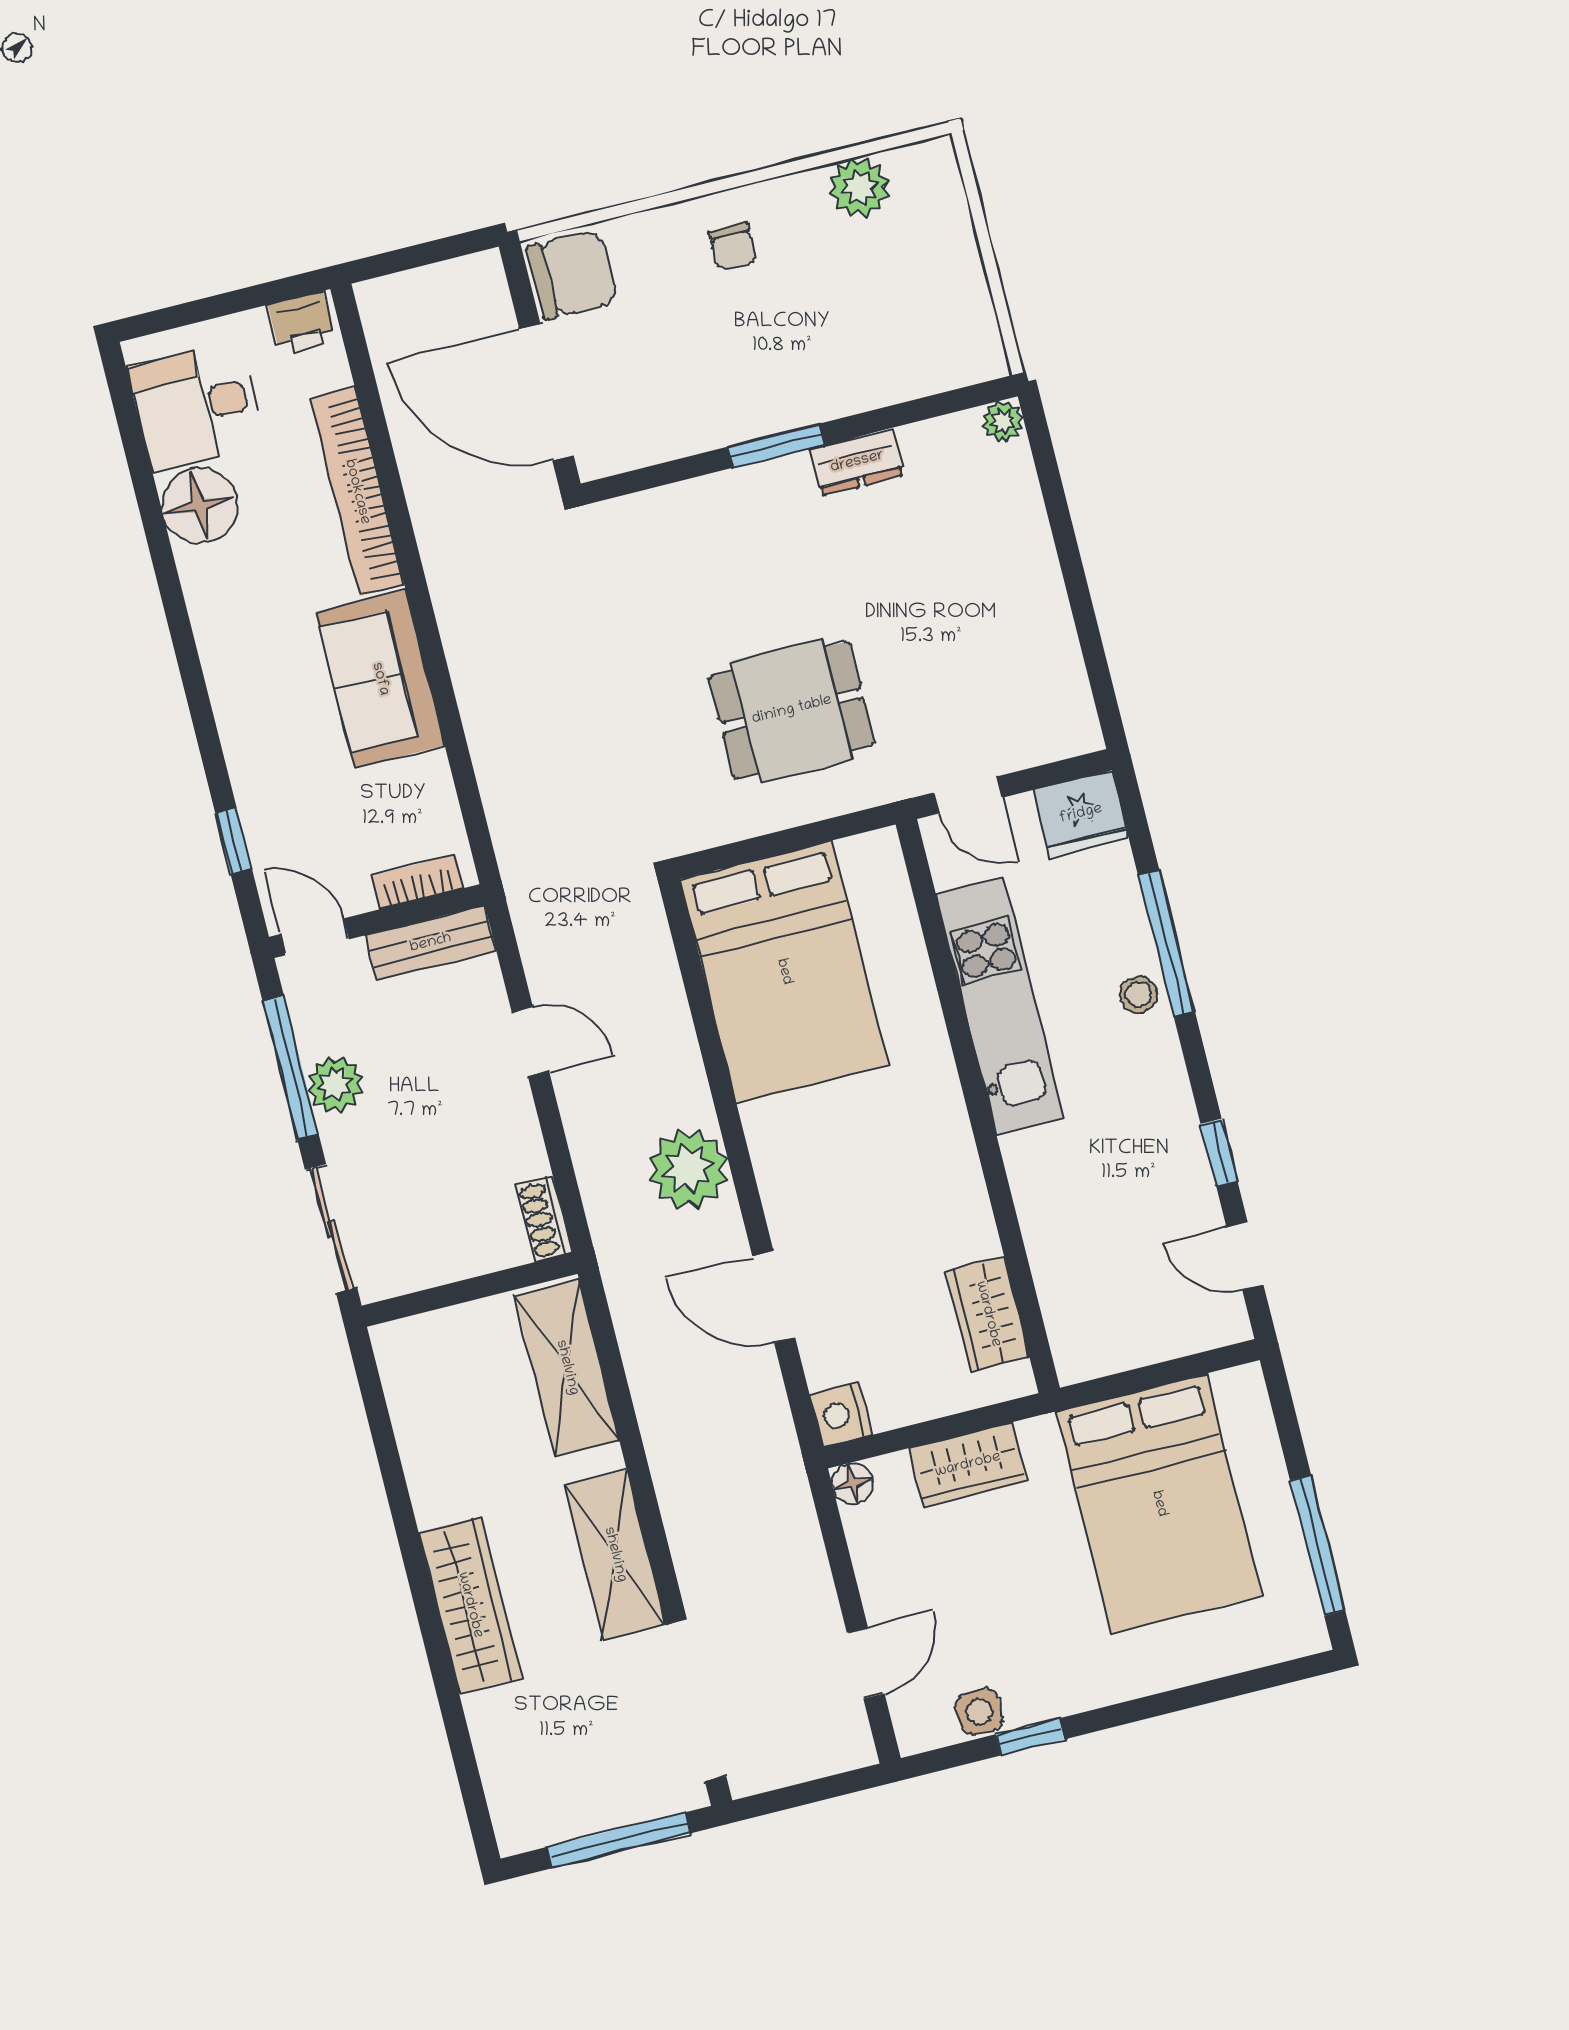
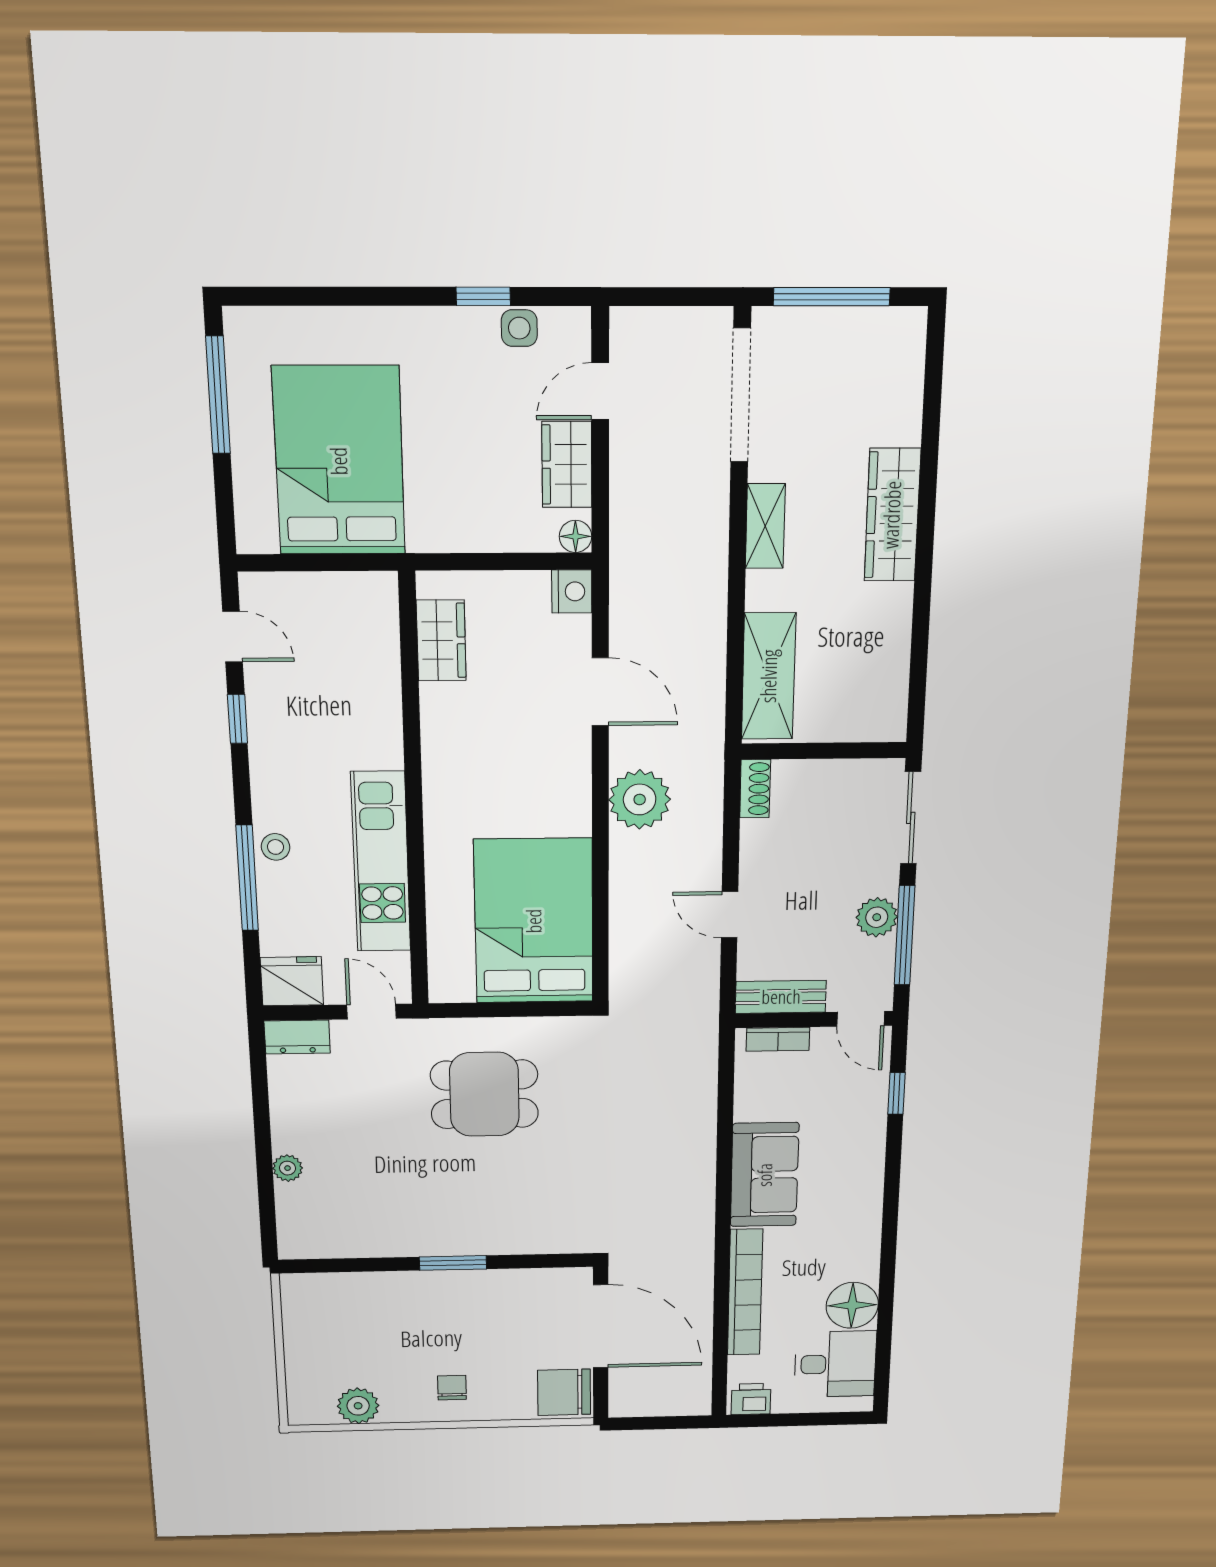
plant: (1003, 421) -> (288, 1168), moved
dresser: (857, 462) -> (297, 1037), moved, turned 180
wardrobe: (968, 1465) -> (567, 465), moved, turned -90
shelving: (615, 1555) -> (765, 526), width x0.67, depth x0.75

